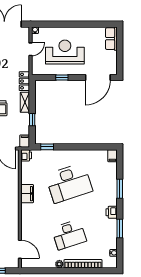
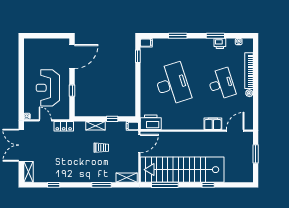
row of seats: (111, 39) -> (35, 44), removed
door: (98, 77) -> (72, 57), hinge flipped
locker: (24, 81) -> (64, 126), moved
window: (47, 147) -> (138, 56), moved
printer: (26, 155) -> (151, 122), width x1.87, depth x1.48
filing cabinet: (27, 194) -> (213, 124), moved
printer: (112, 212) -> (220, 43), moved

